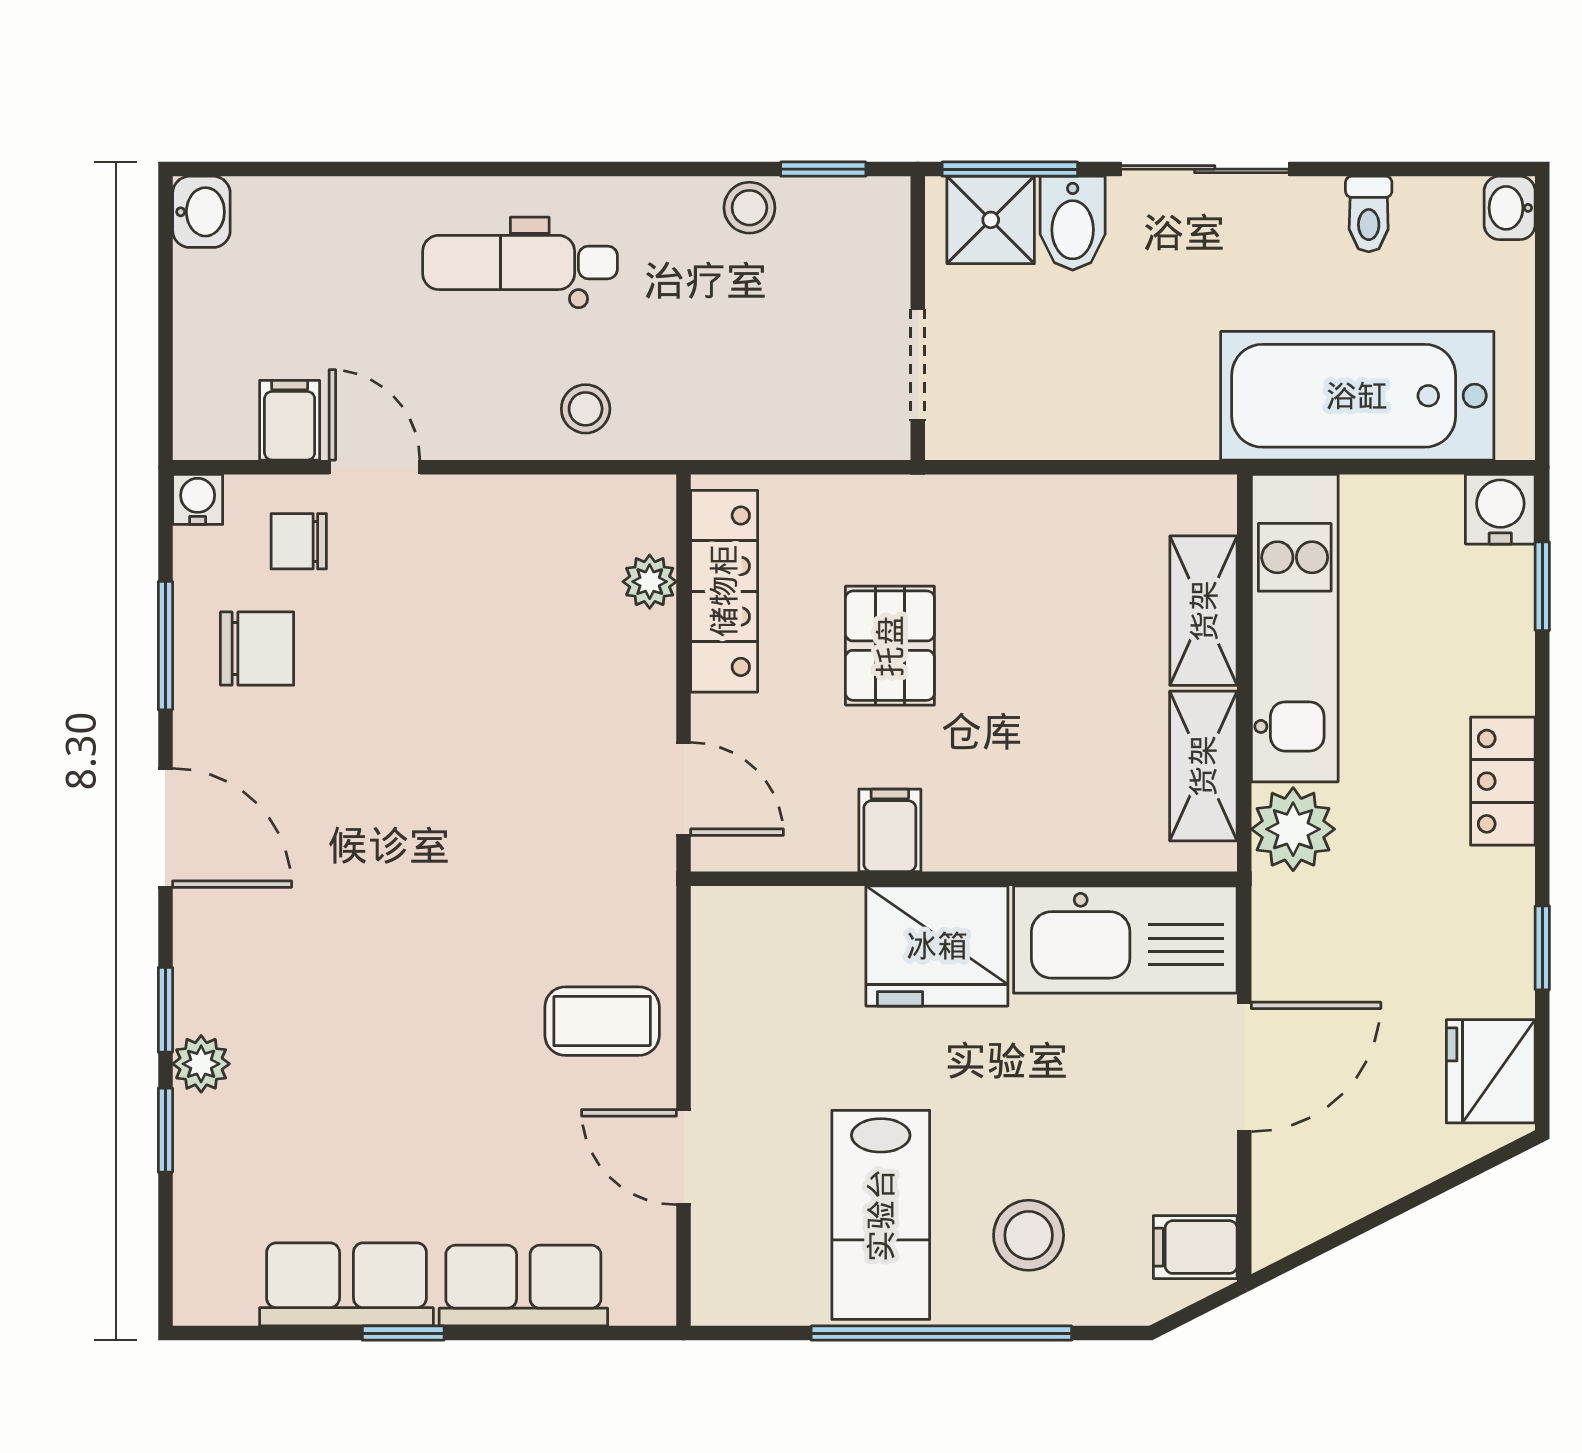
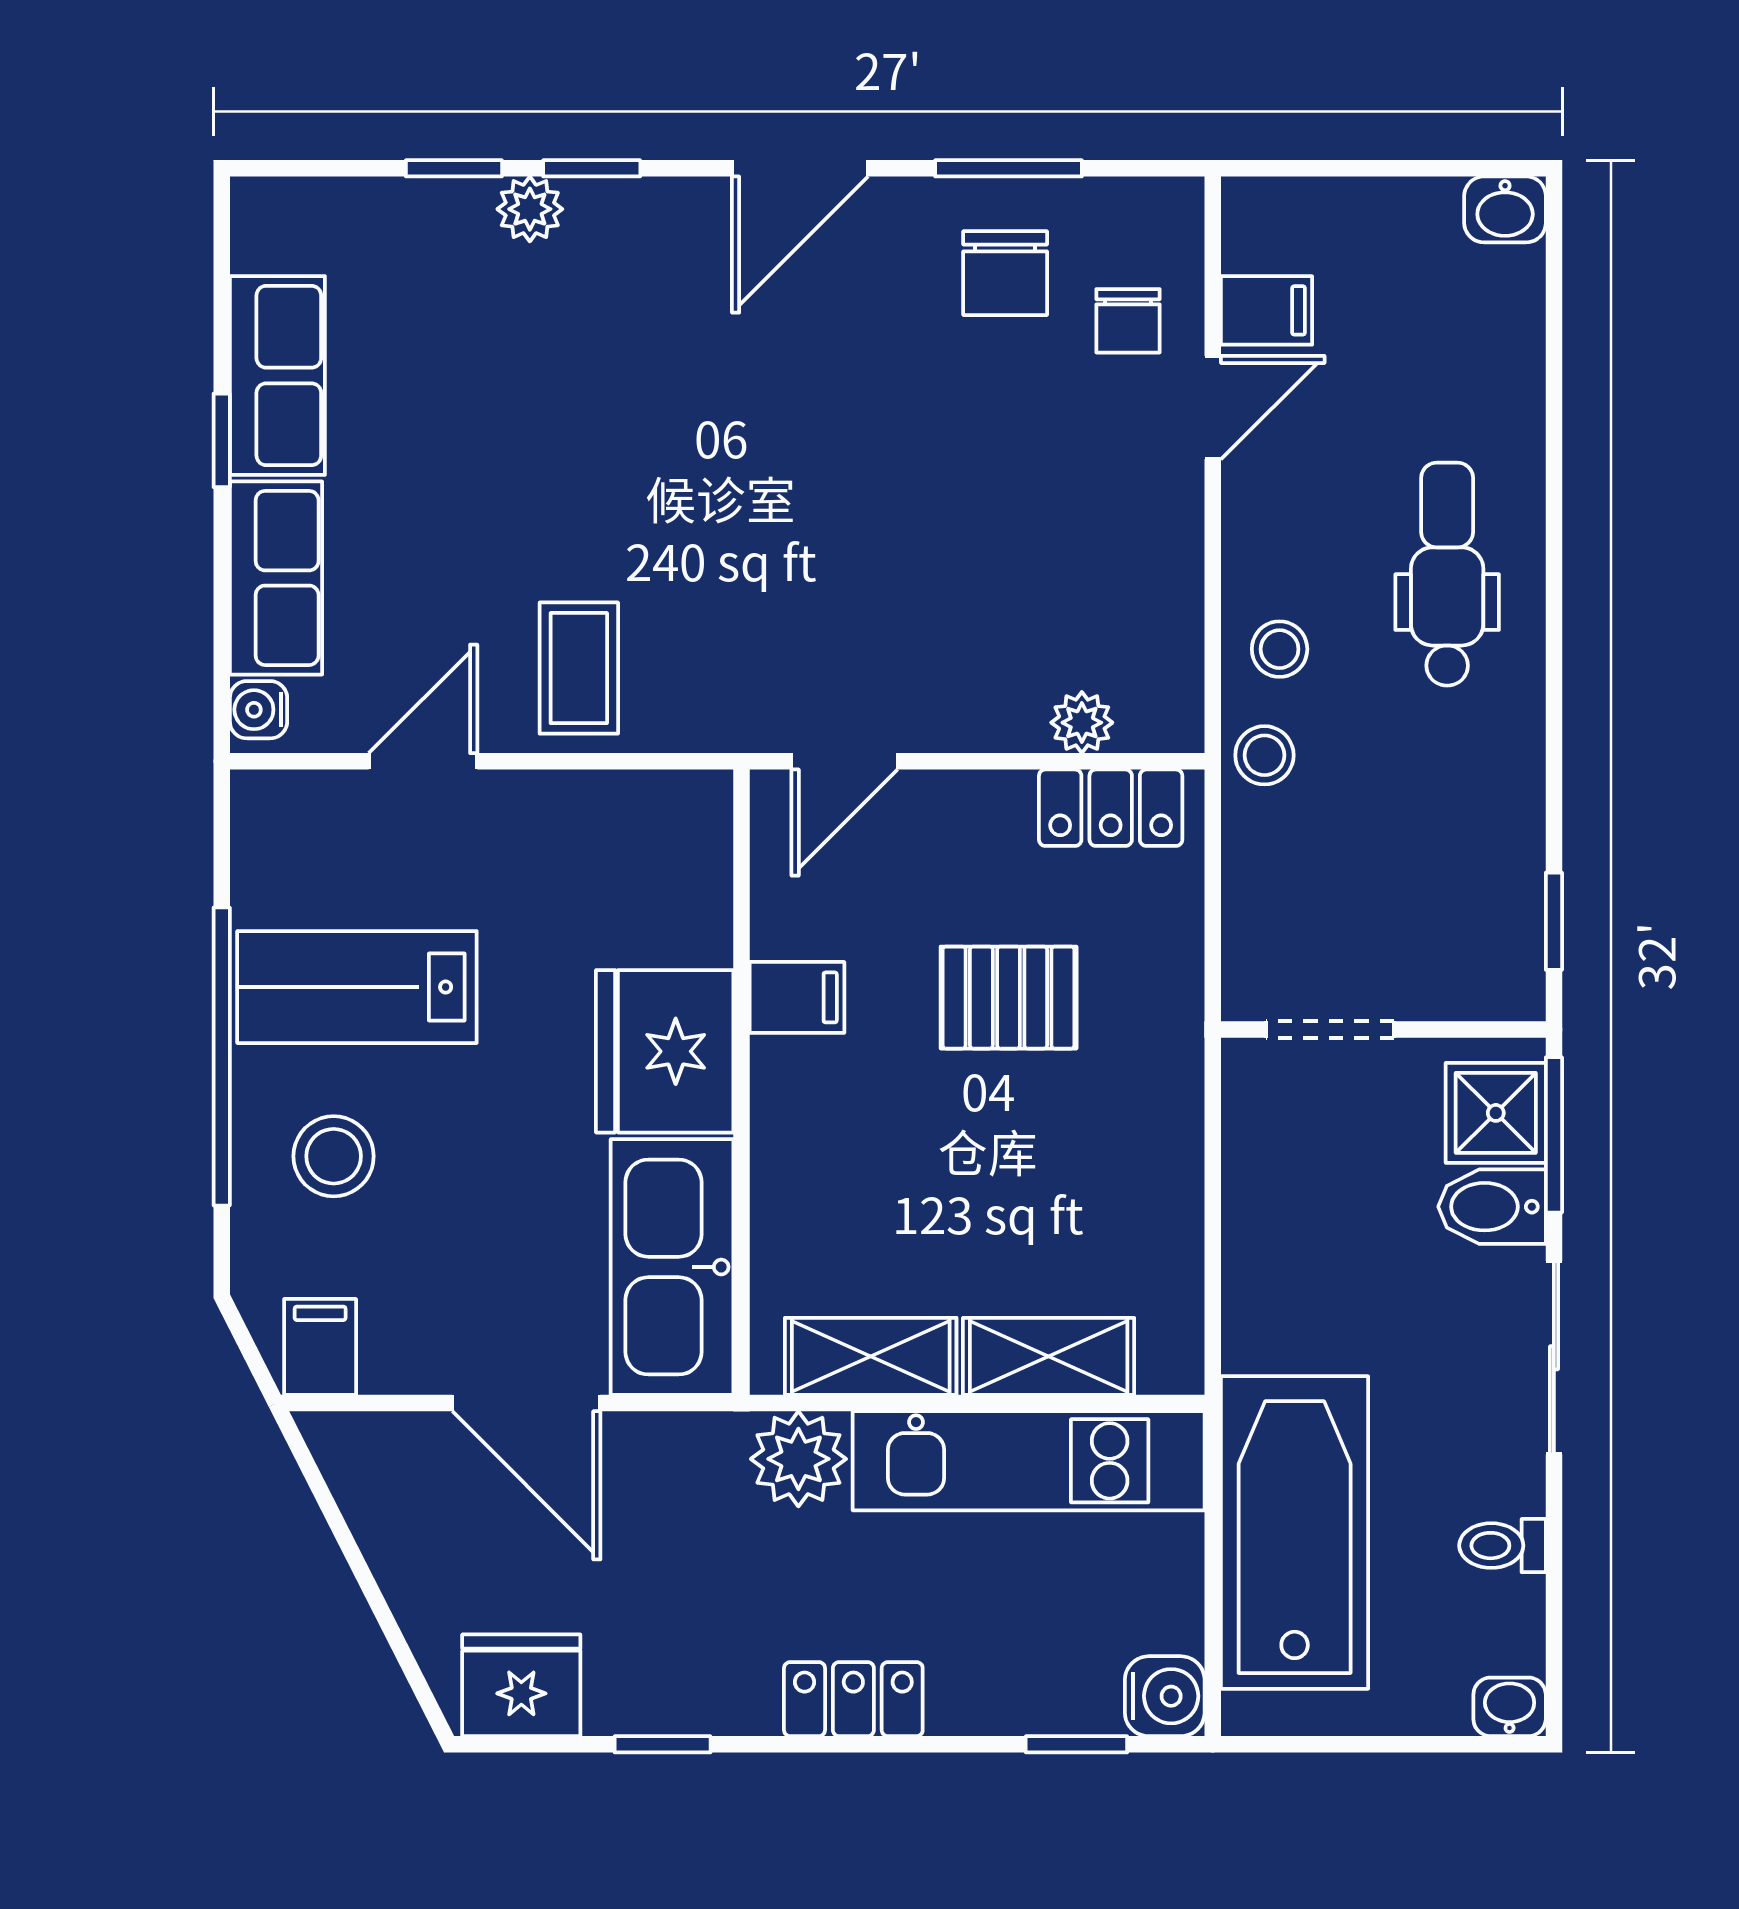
stool: (749, 208) -> (1264, 755), moved
water cooler: (198, 499) -> (259, 710), moved, turned 180
chair: (299, 541) -> (1128, 321), turned 180
locker: (724, 591) -> (1111, 808), width x0.66

